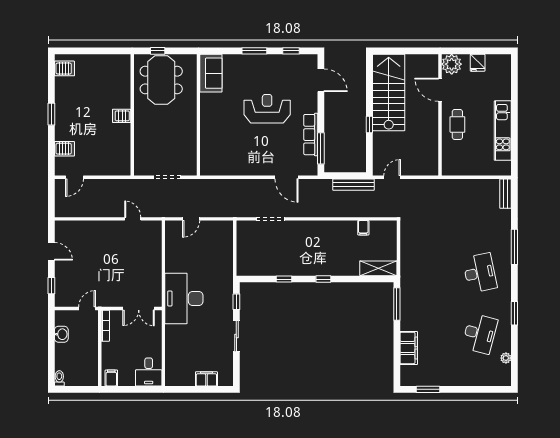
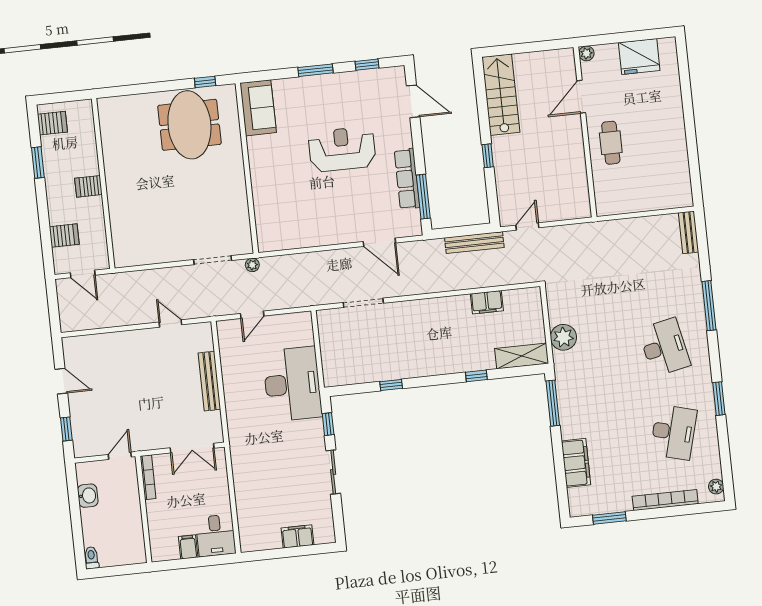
window: (158, 51) -> (205, 82), moved
fridge: (478, 63) -> (639, 56), width x1.88, depth x1.34
plant: (452, 64) -> (586, 53), width x0.53, depth x0.53
door: (440, 90) -> (581, 97), hinge flipped
stairs: (389, 93) -> (501, 95), width x0.73, depth x0.66
window: (51, 114) -> (38, 163), moved
wall: (132, 115) -> (103, 183), moved
server rack: (122, 116) -> (88, 186), moved
kitchen unit: (503, 131) -> (675, 144), removed
door: (74, 177) -> (83, 274), hinge flipped
plant: (195, 184) -> (252, 265), added
filing cabinet: (363, 228) -> (487, 302), width x2.00
plant: (409, 258) -> (563, 337), added
bench: (156, 263) -> (209, 381), added
window: (323, 279) -> (476, 376), moved
desk: (184, 298) -> (292, 384), moved, turned 180
plant: (506, 358) -> (716, 487), moved
filing cabinet: (111, 378) -> (188, 547), moved
bookcase: (469, 381) -> (665, 500), added

